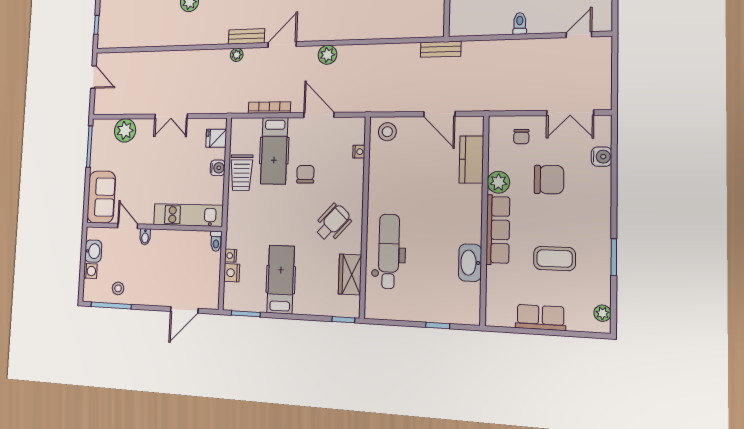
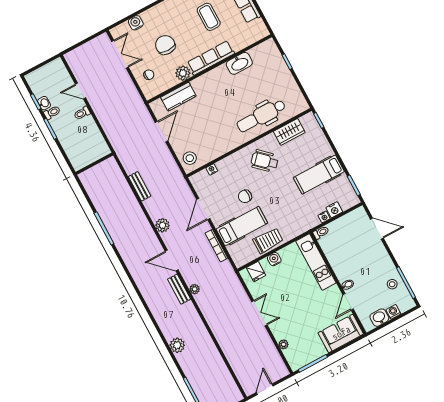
door: (579, 35) -> (80, 91), moved
bench: (441, 49) -> (140, 186), moved
plant: (125, 130) -> (283, 344), width x0.53, depth x0.53

